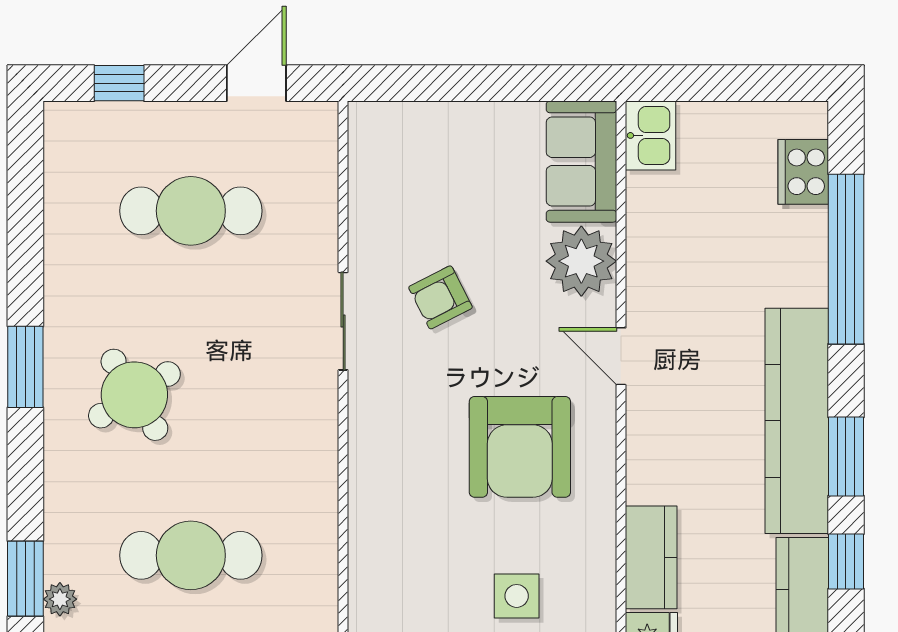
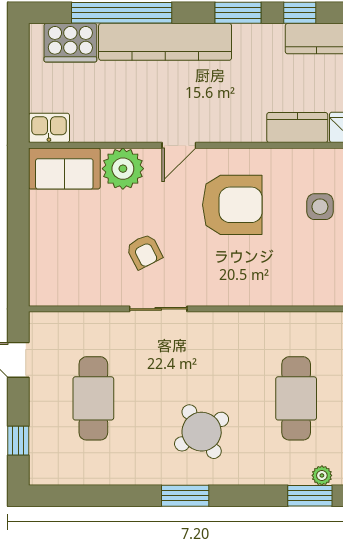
cooker: (803, 172) -> (70, 43), width x1.37, depth x1.31
kitchen counter: (797, 421) -> (165, 42), moved

